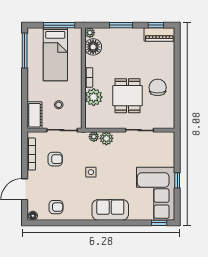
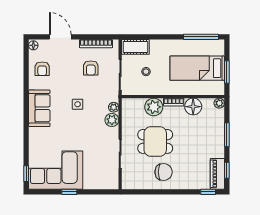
window: (59, 25) -> (227, 72), width x0.69
window: (177, 44) -> (208, 192), added
floor lamp: (93, 47) -> (193, 107), moved
sofa: (110, 210) -> (39, 108), moved

